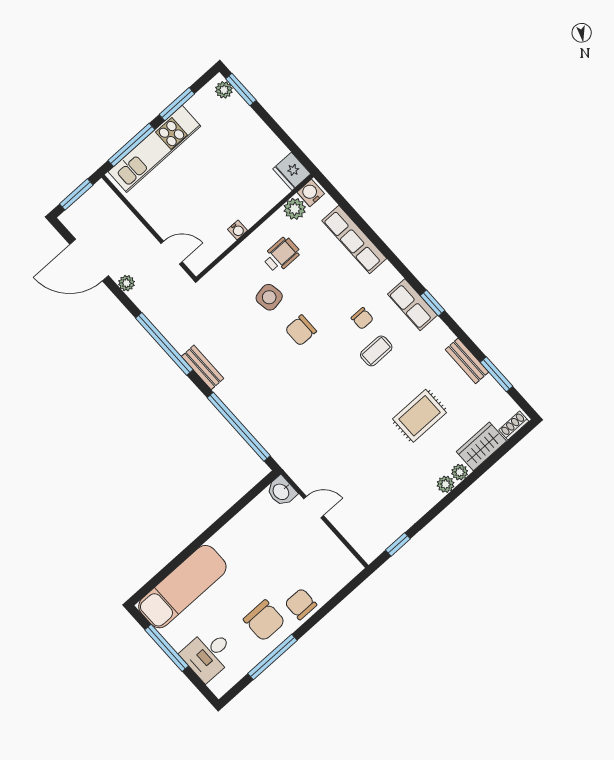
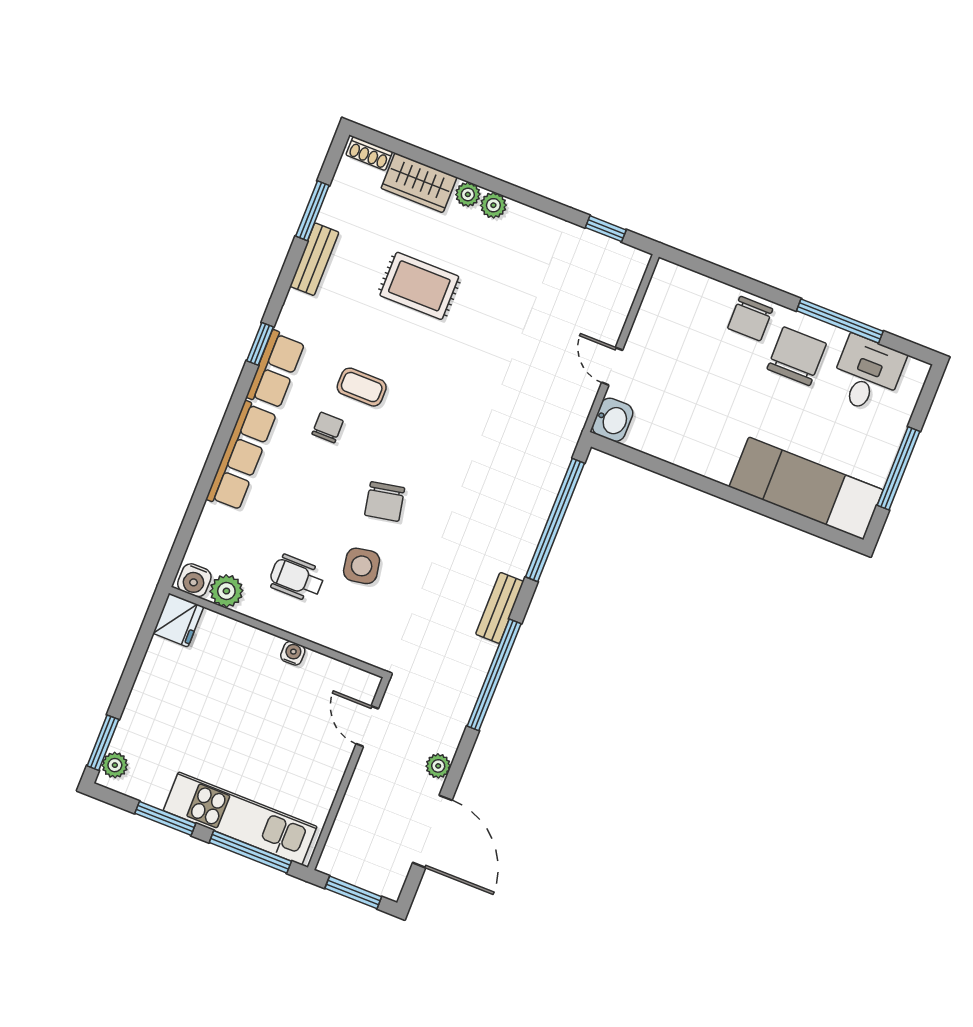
row of seats: (354, 240) -> (241, 456), moved
chair: (301, 330) -> (385, 501), turned 79
desk: (208, 654) -> (867, 374), moved, turned -90

